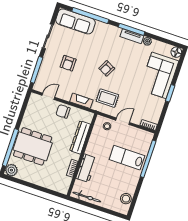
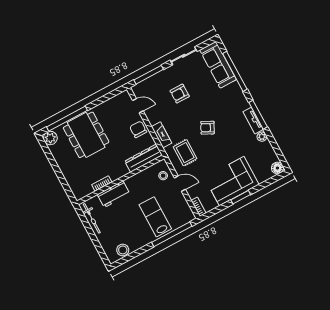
corner sofa: (159, 75) -> (232, 181), moved
dresser: (80, 137) -> (144, 158), moved

